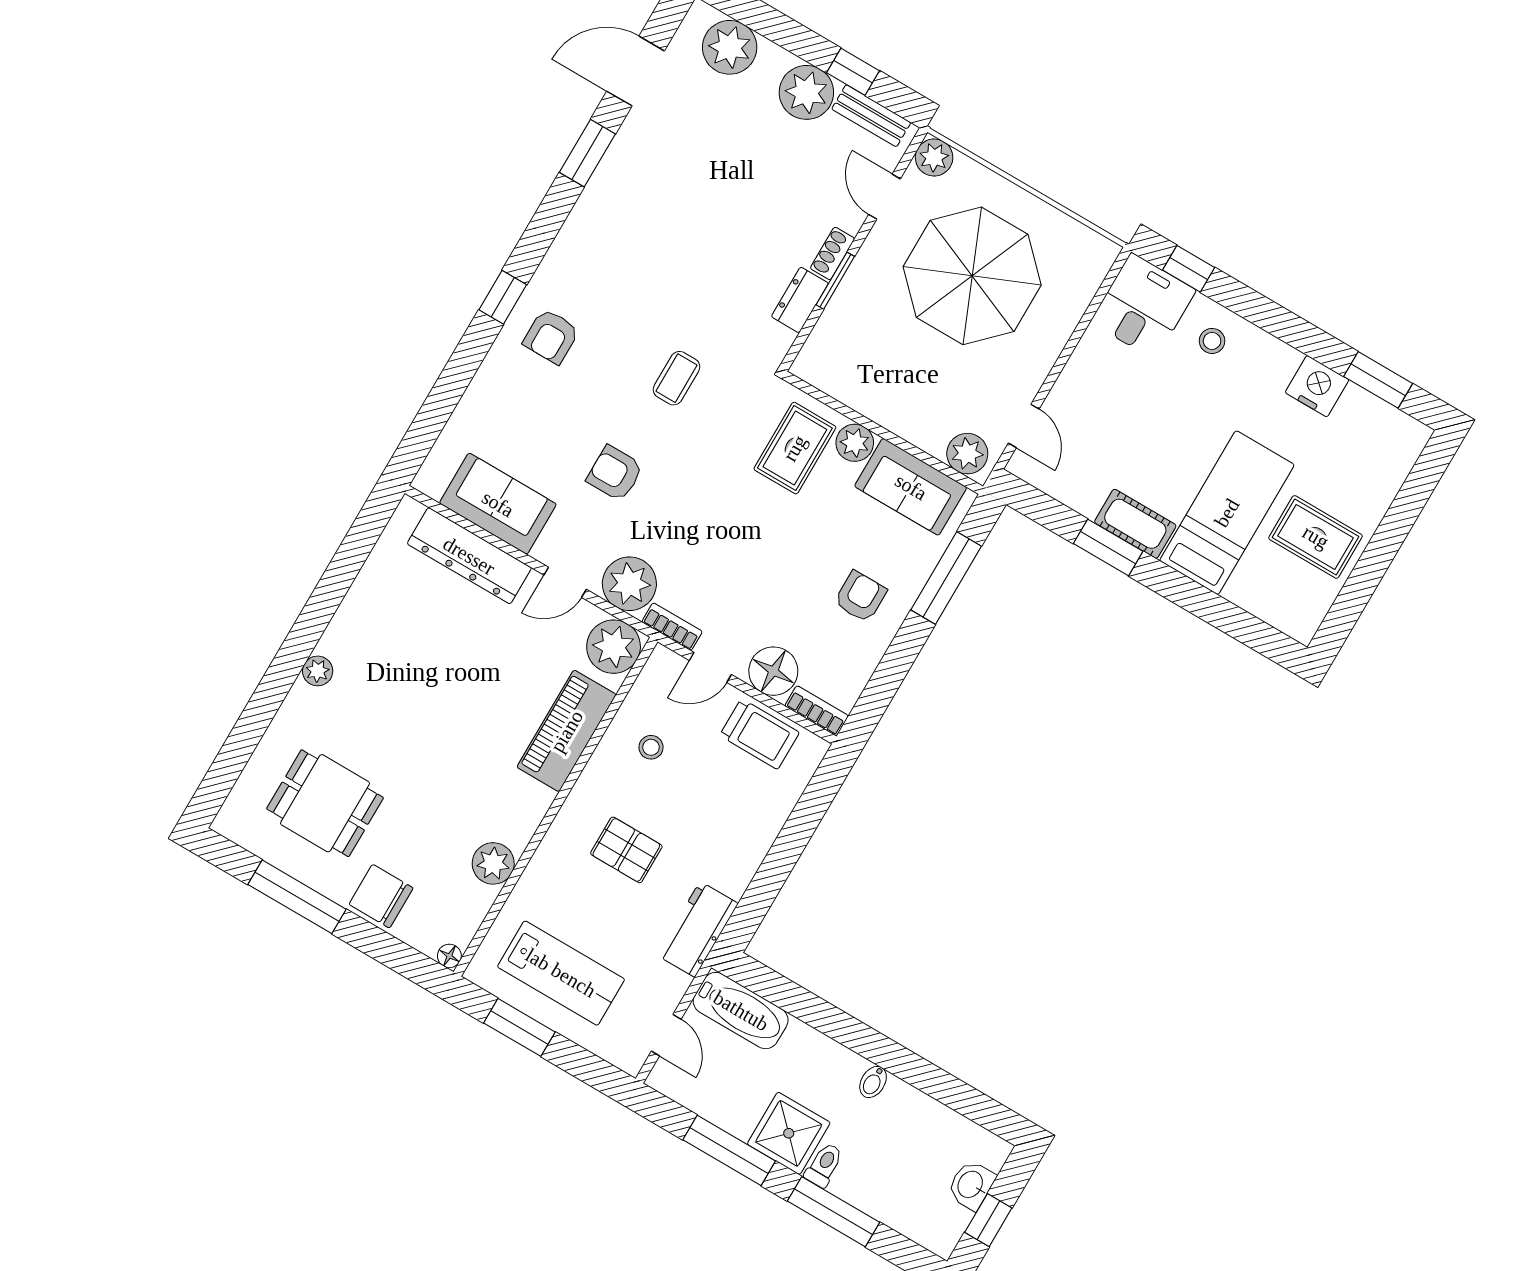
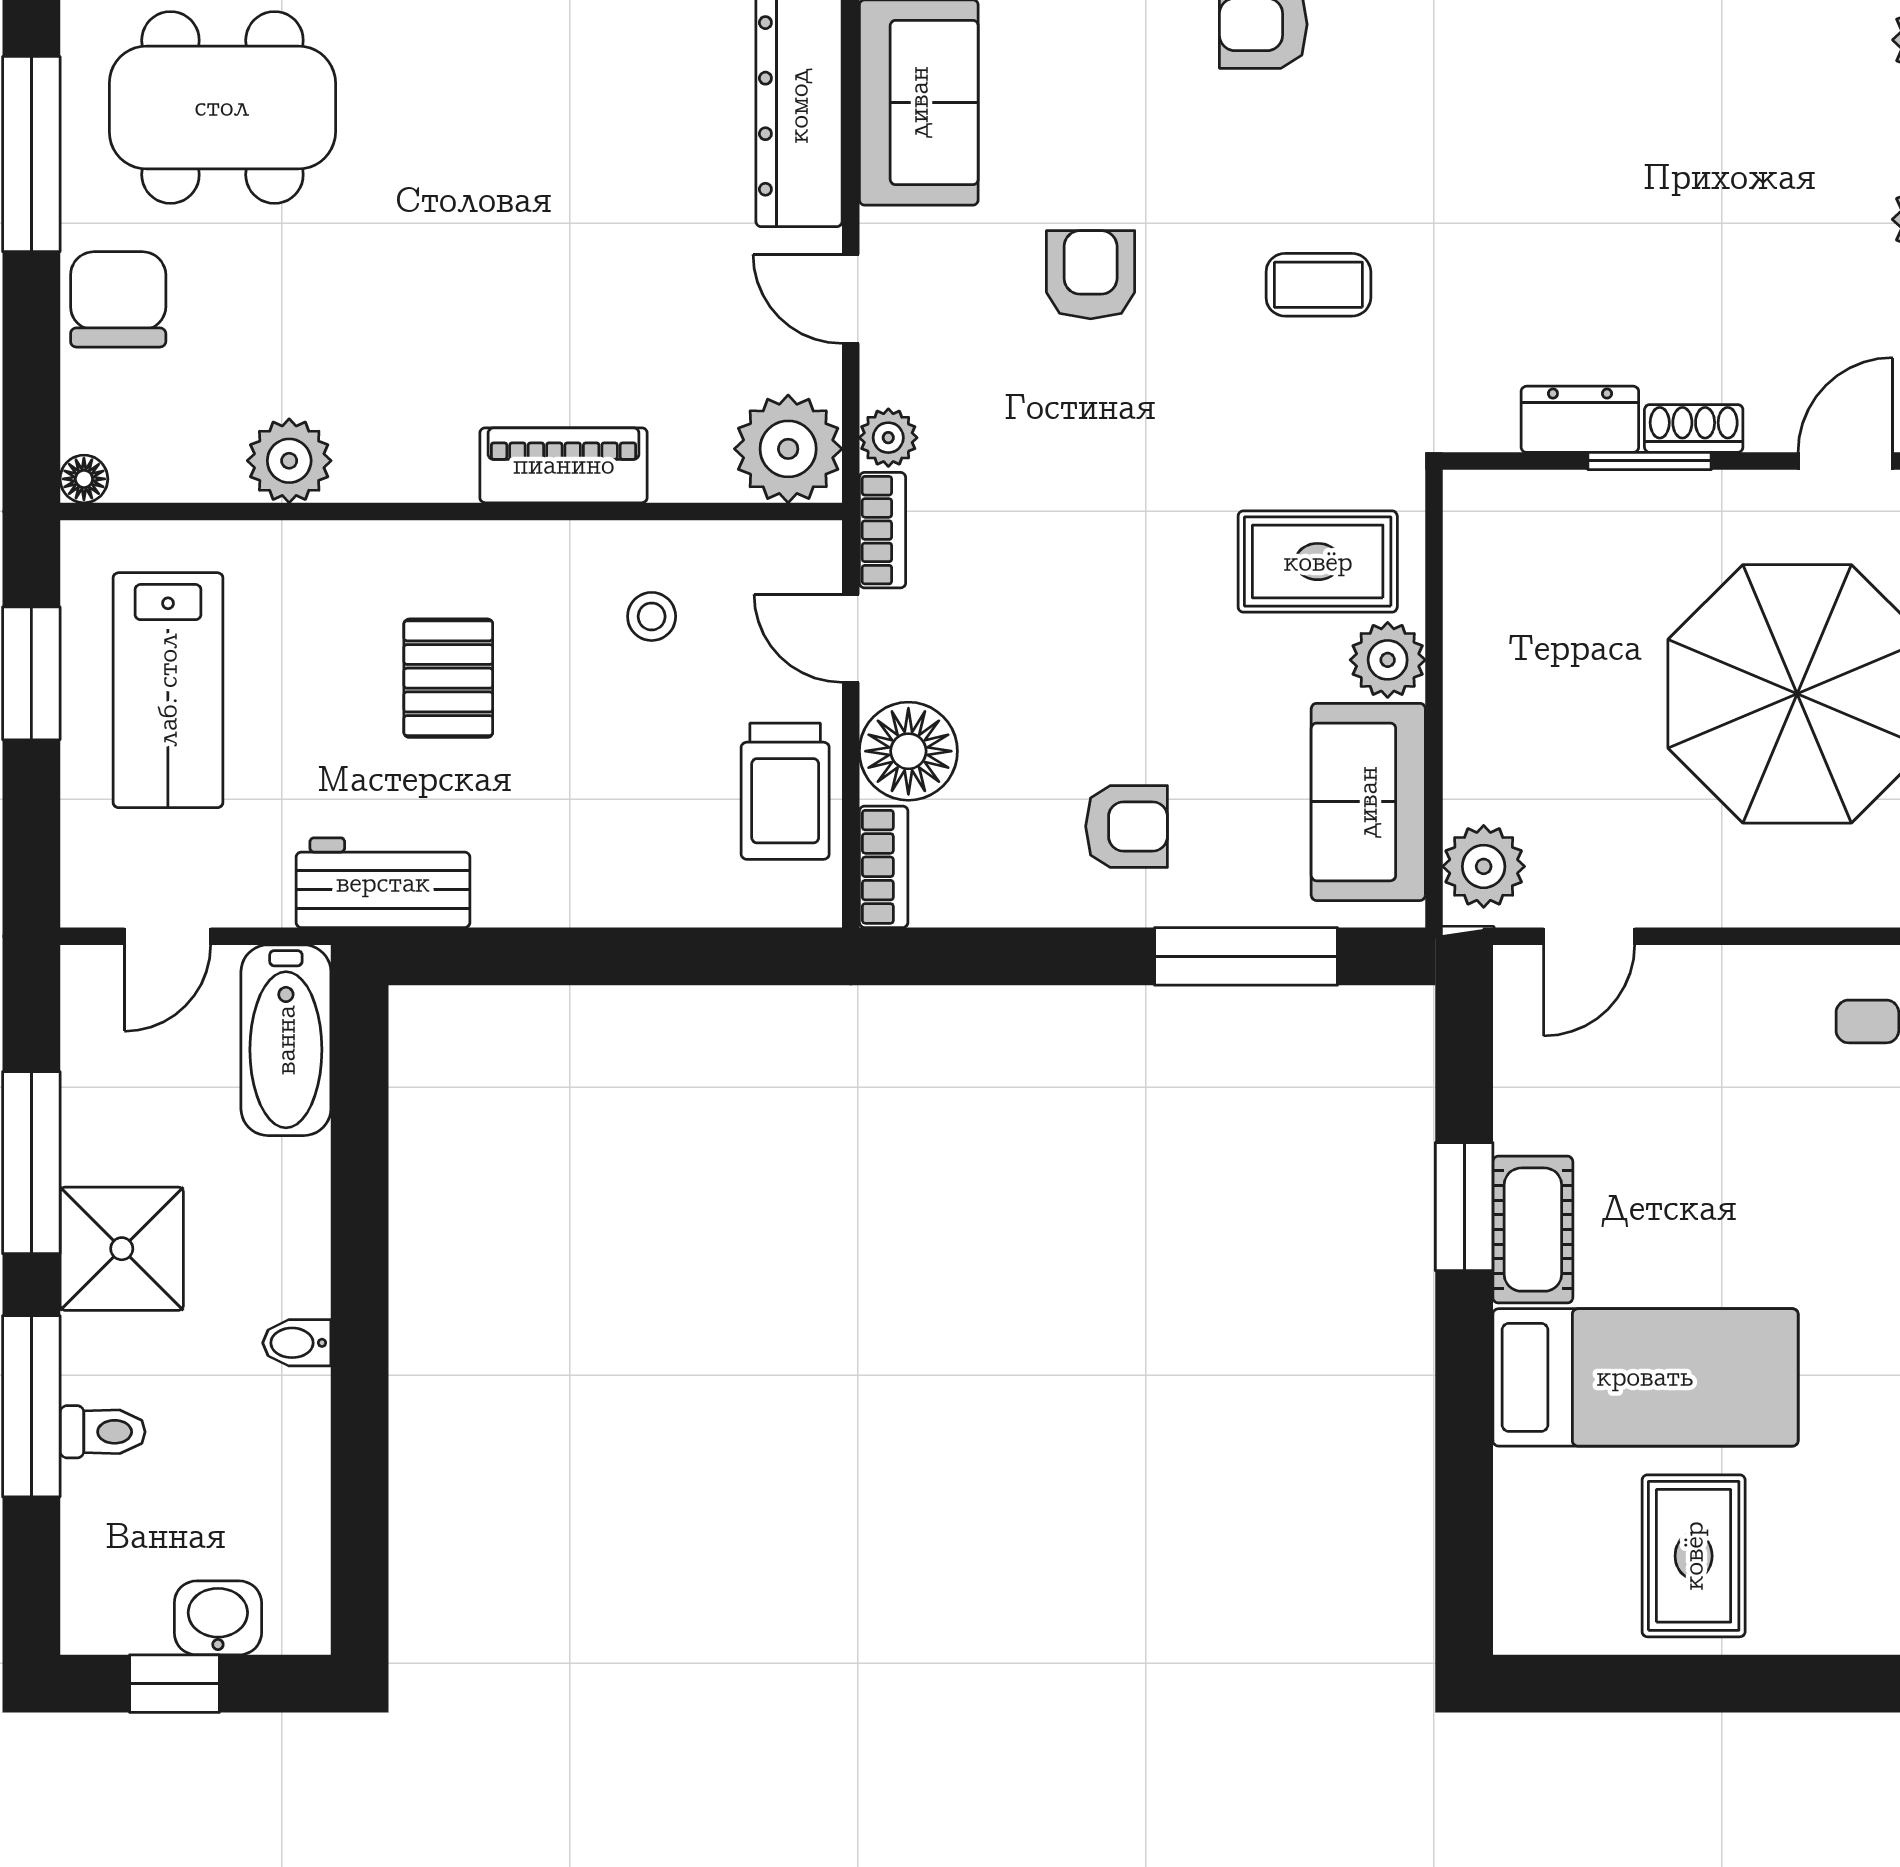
plant: (629, 584) -> (888, 438), width x0.53, depth x0.53
piano: (567, 731) -> (564, 465), width x0.73, depth x0.75
dining table: (325, 803) -> (222, 107), width x1.38
toilet: (824, 1165) -> (103, 1432), moved

